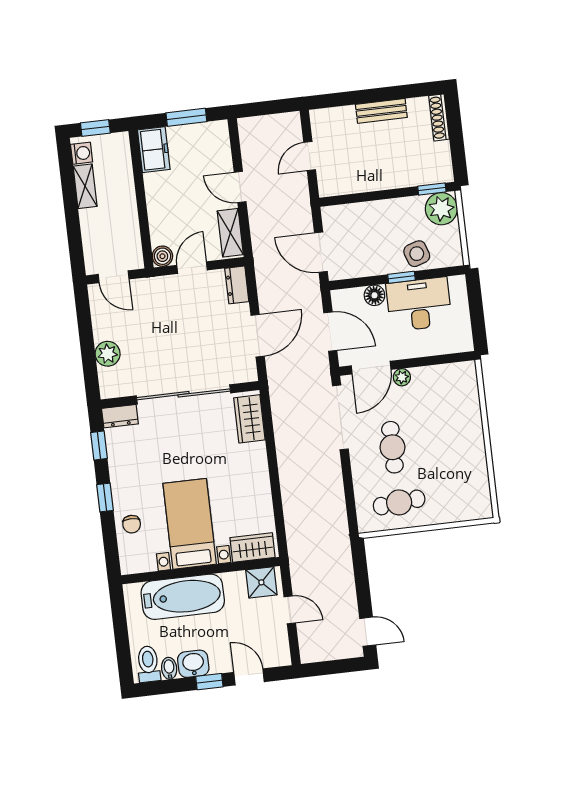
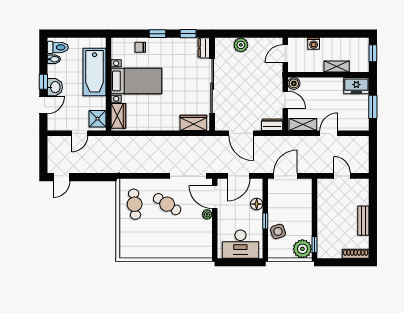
washing machine: (82, 153) -> (314, 43), moved
shelving: (85, 186) -> (337, 67), moved
desk: (419, 304) -> (240, 244), moved, turned 90
cafe table: (392, 447) -> (167, 204), turned 33
washbasin: (193, 664) -> (55, 87), moved

